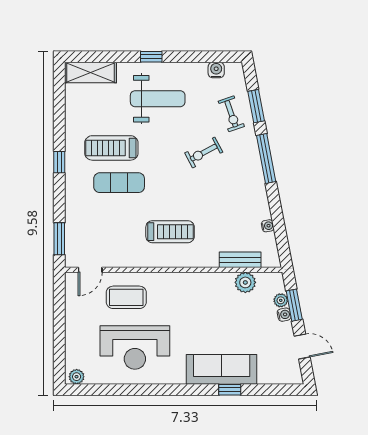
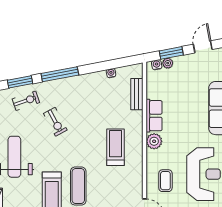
row of seats: (212, 282) -> (154, 116), added
plant: (245, 282) -> (154, 141), moved
coffee table: (126, 297) -> (165, 181), width x0.73, depth x0.77
water cooler: (284, 315) -> (157, 65), moved

